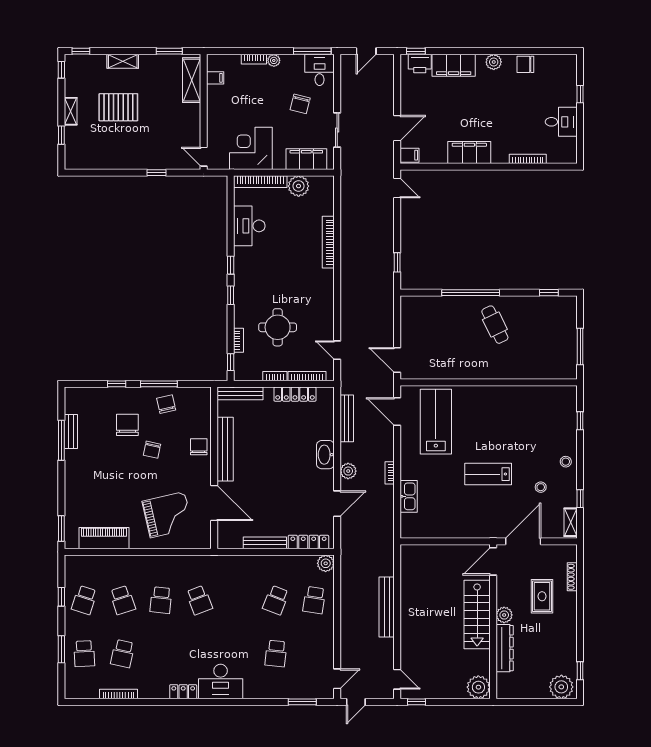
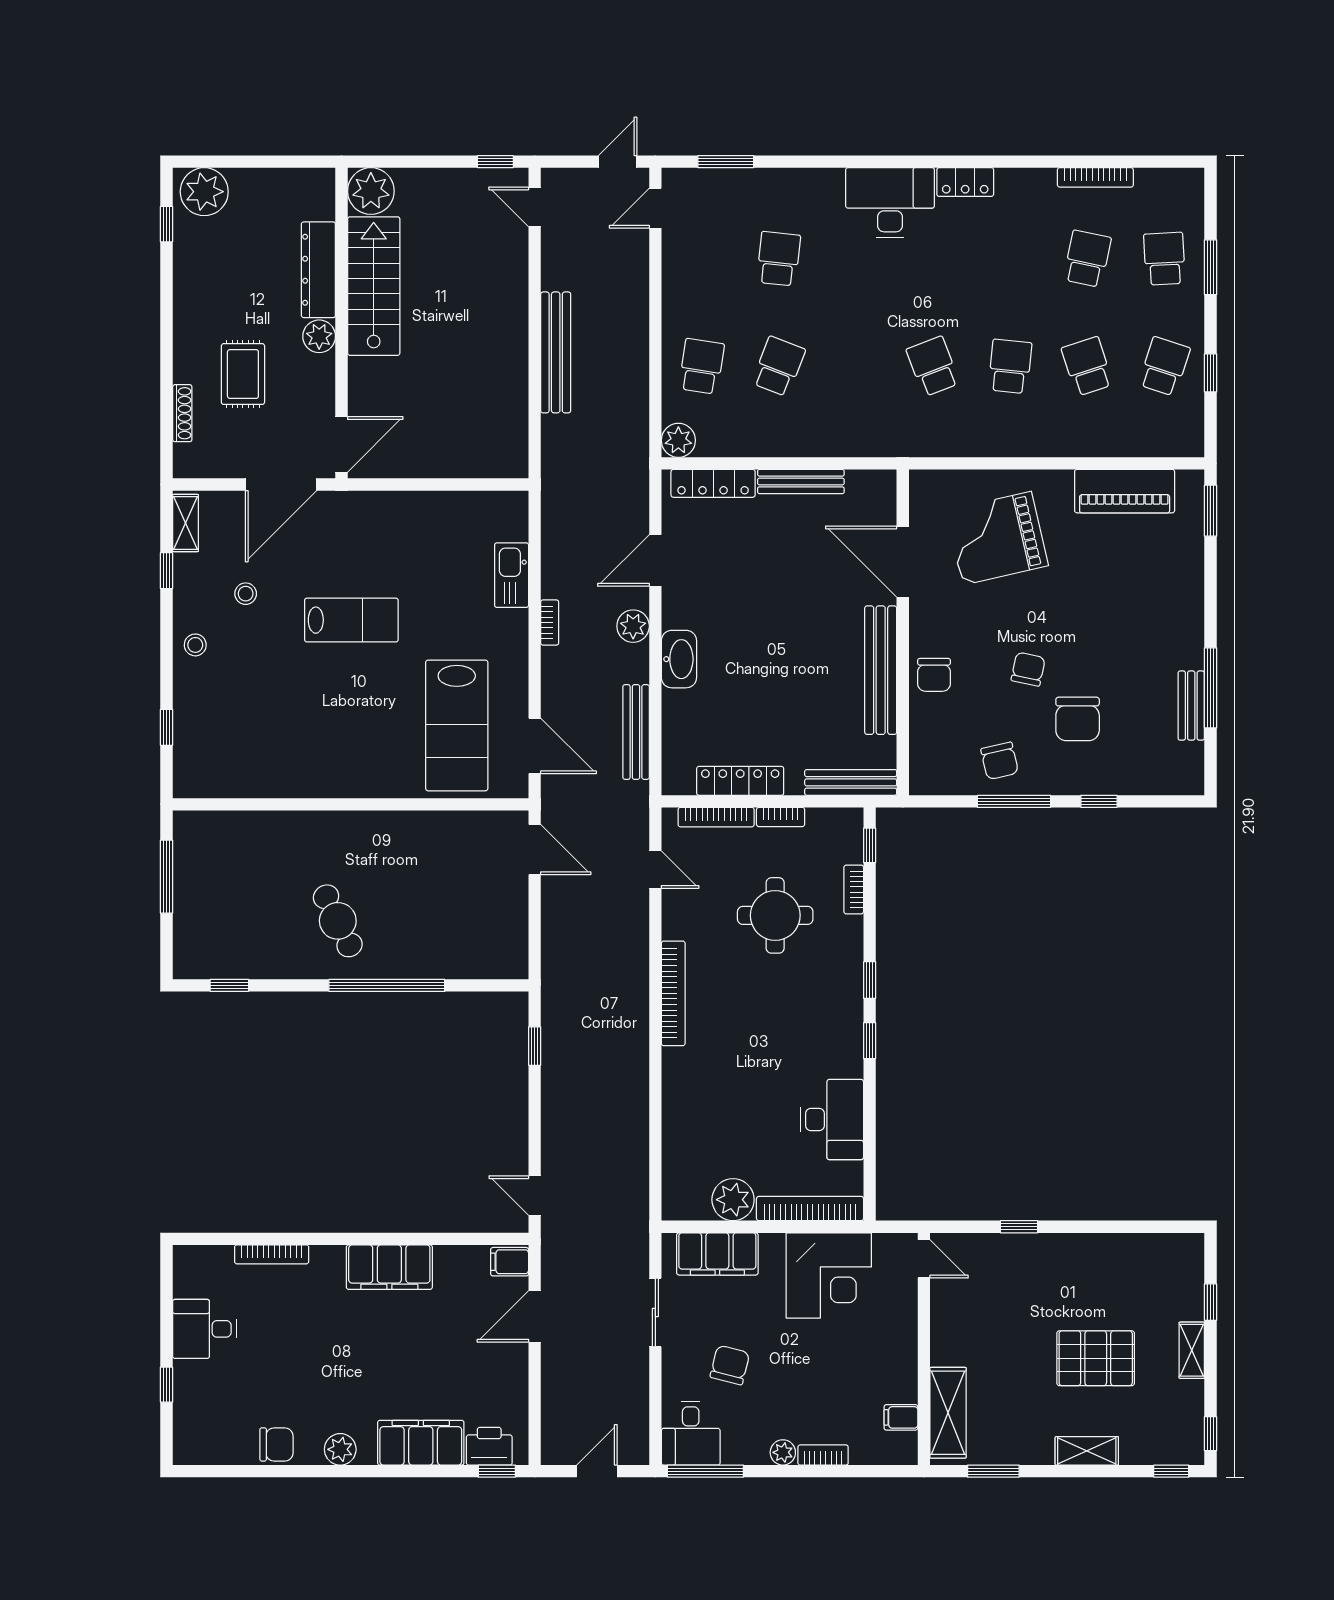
bookcase: (328, 242) -> (673, 993), moved
stairs: (477, 615) -> (374, 286), moved

